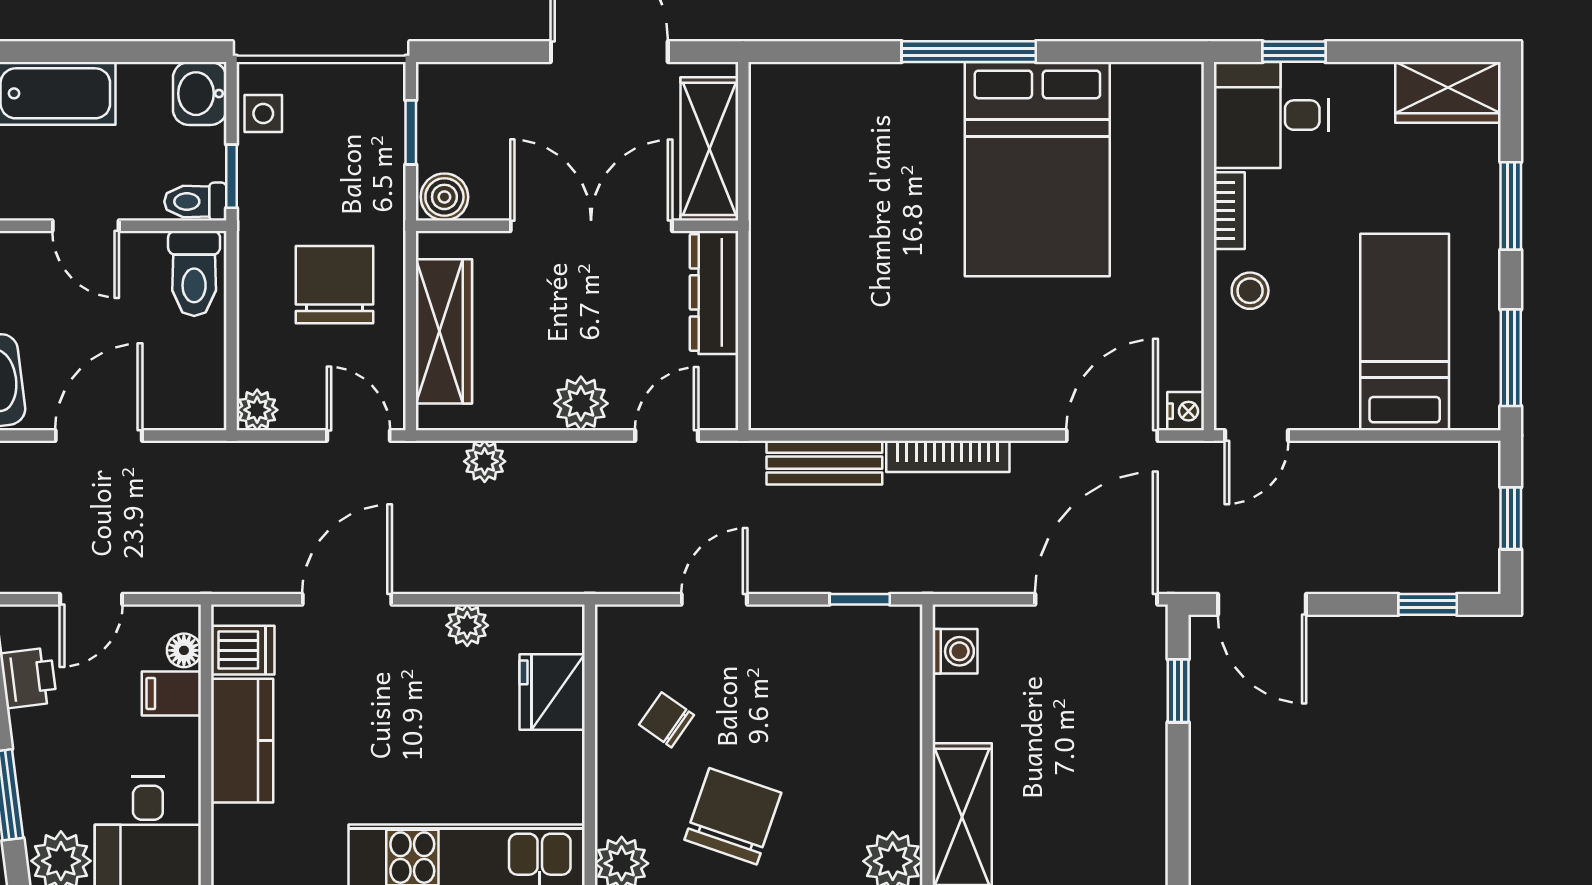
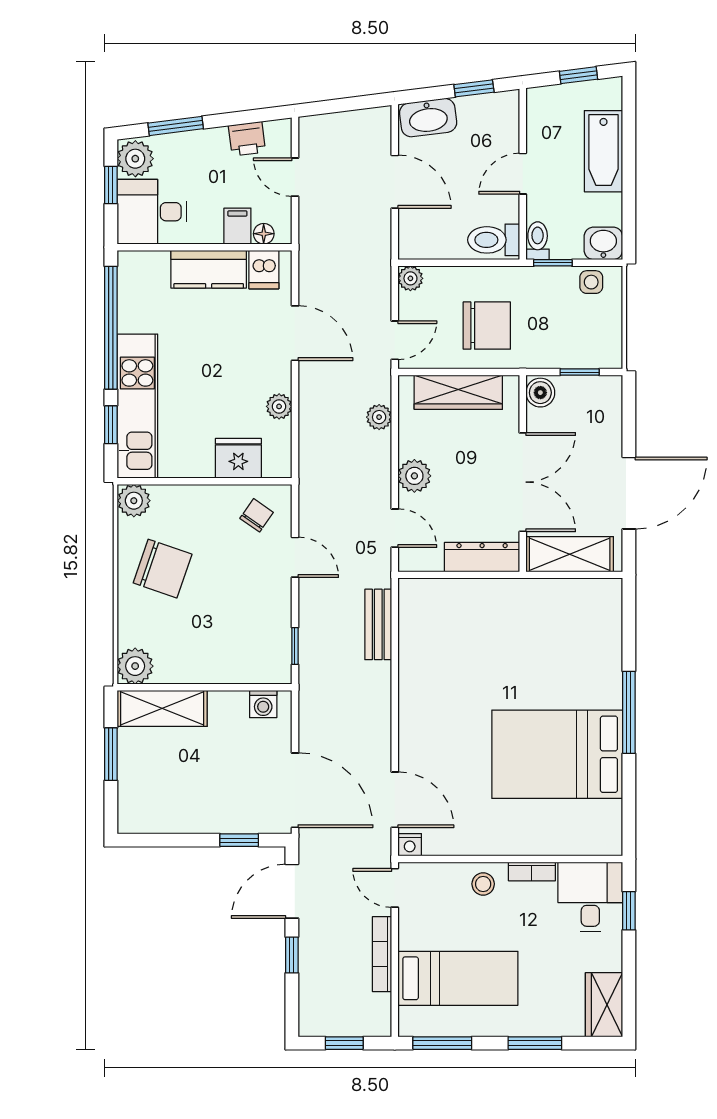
bookcase: (948, 456) -> (382, 954), moved
window: (1428, 604) -> (292, 955), moved
chair: (666, 720) -> (257, 515), moved

